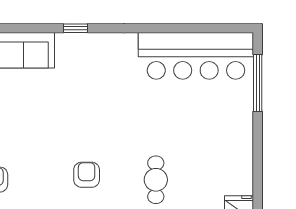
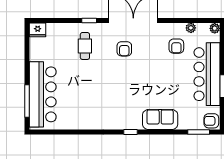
bar counter: (196, 56) -> (43, 94), moved, turned 90

